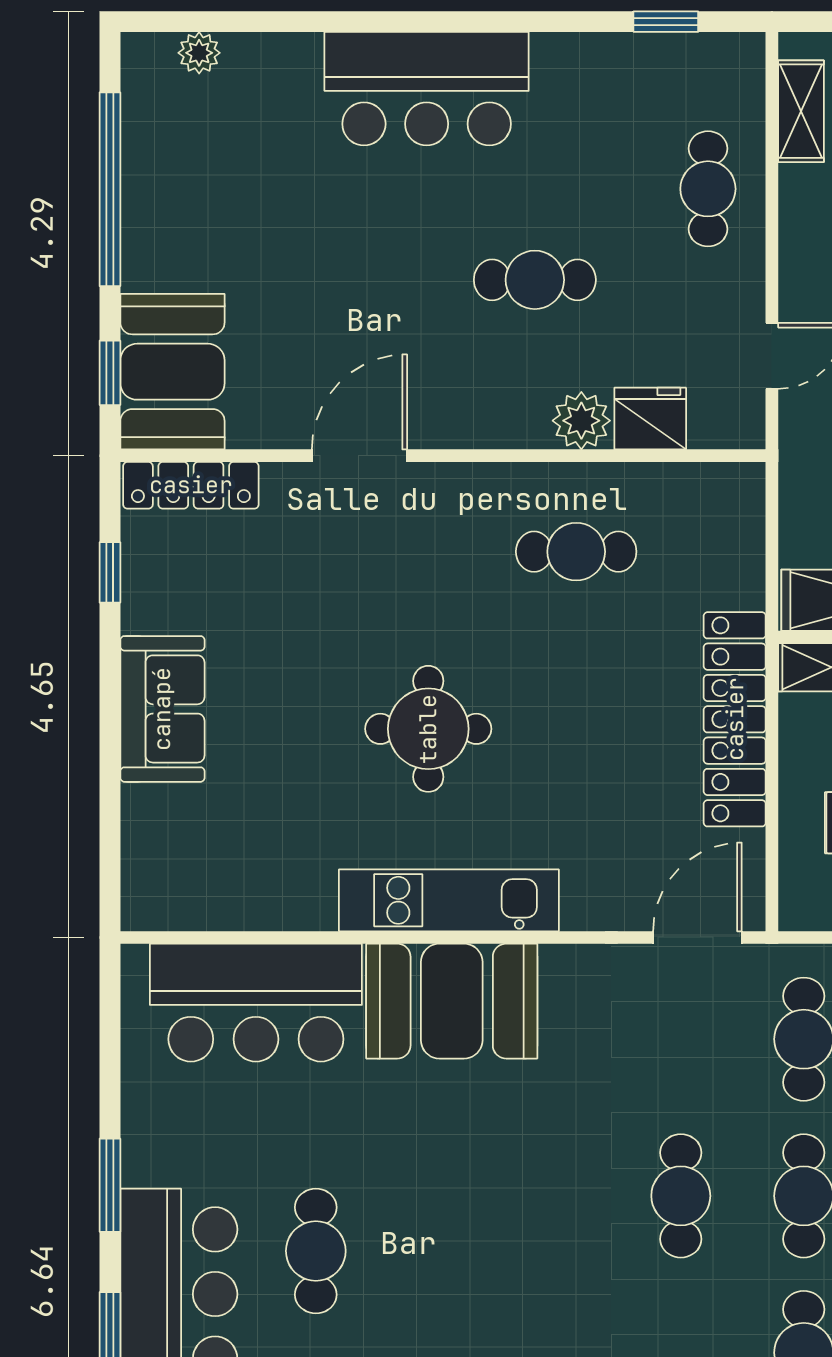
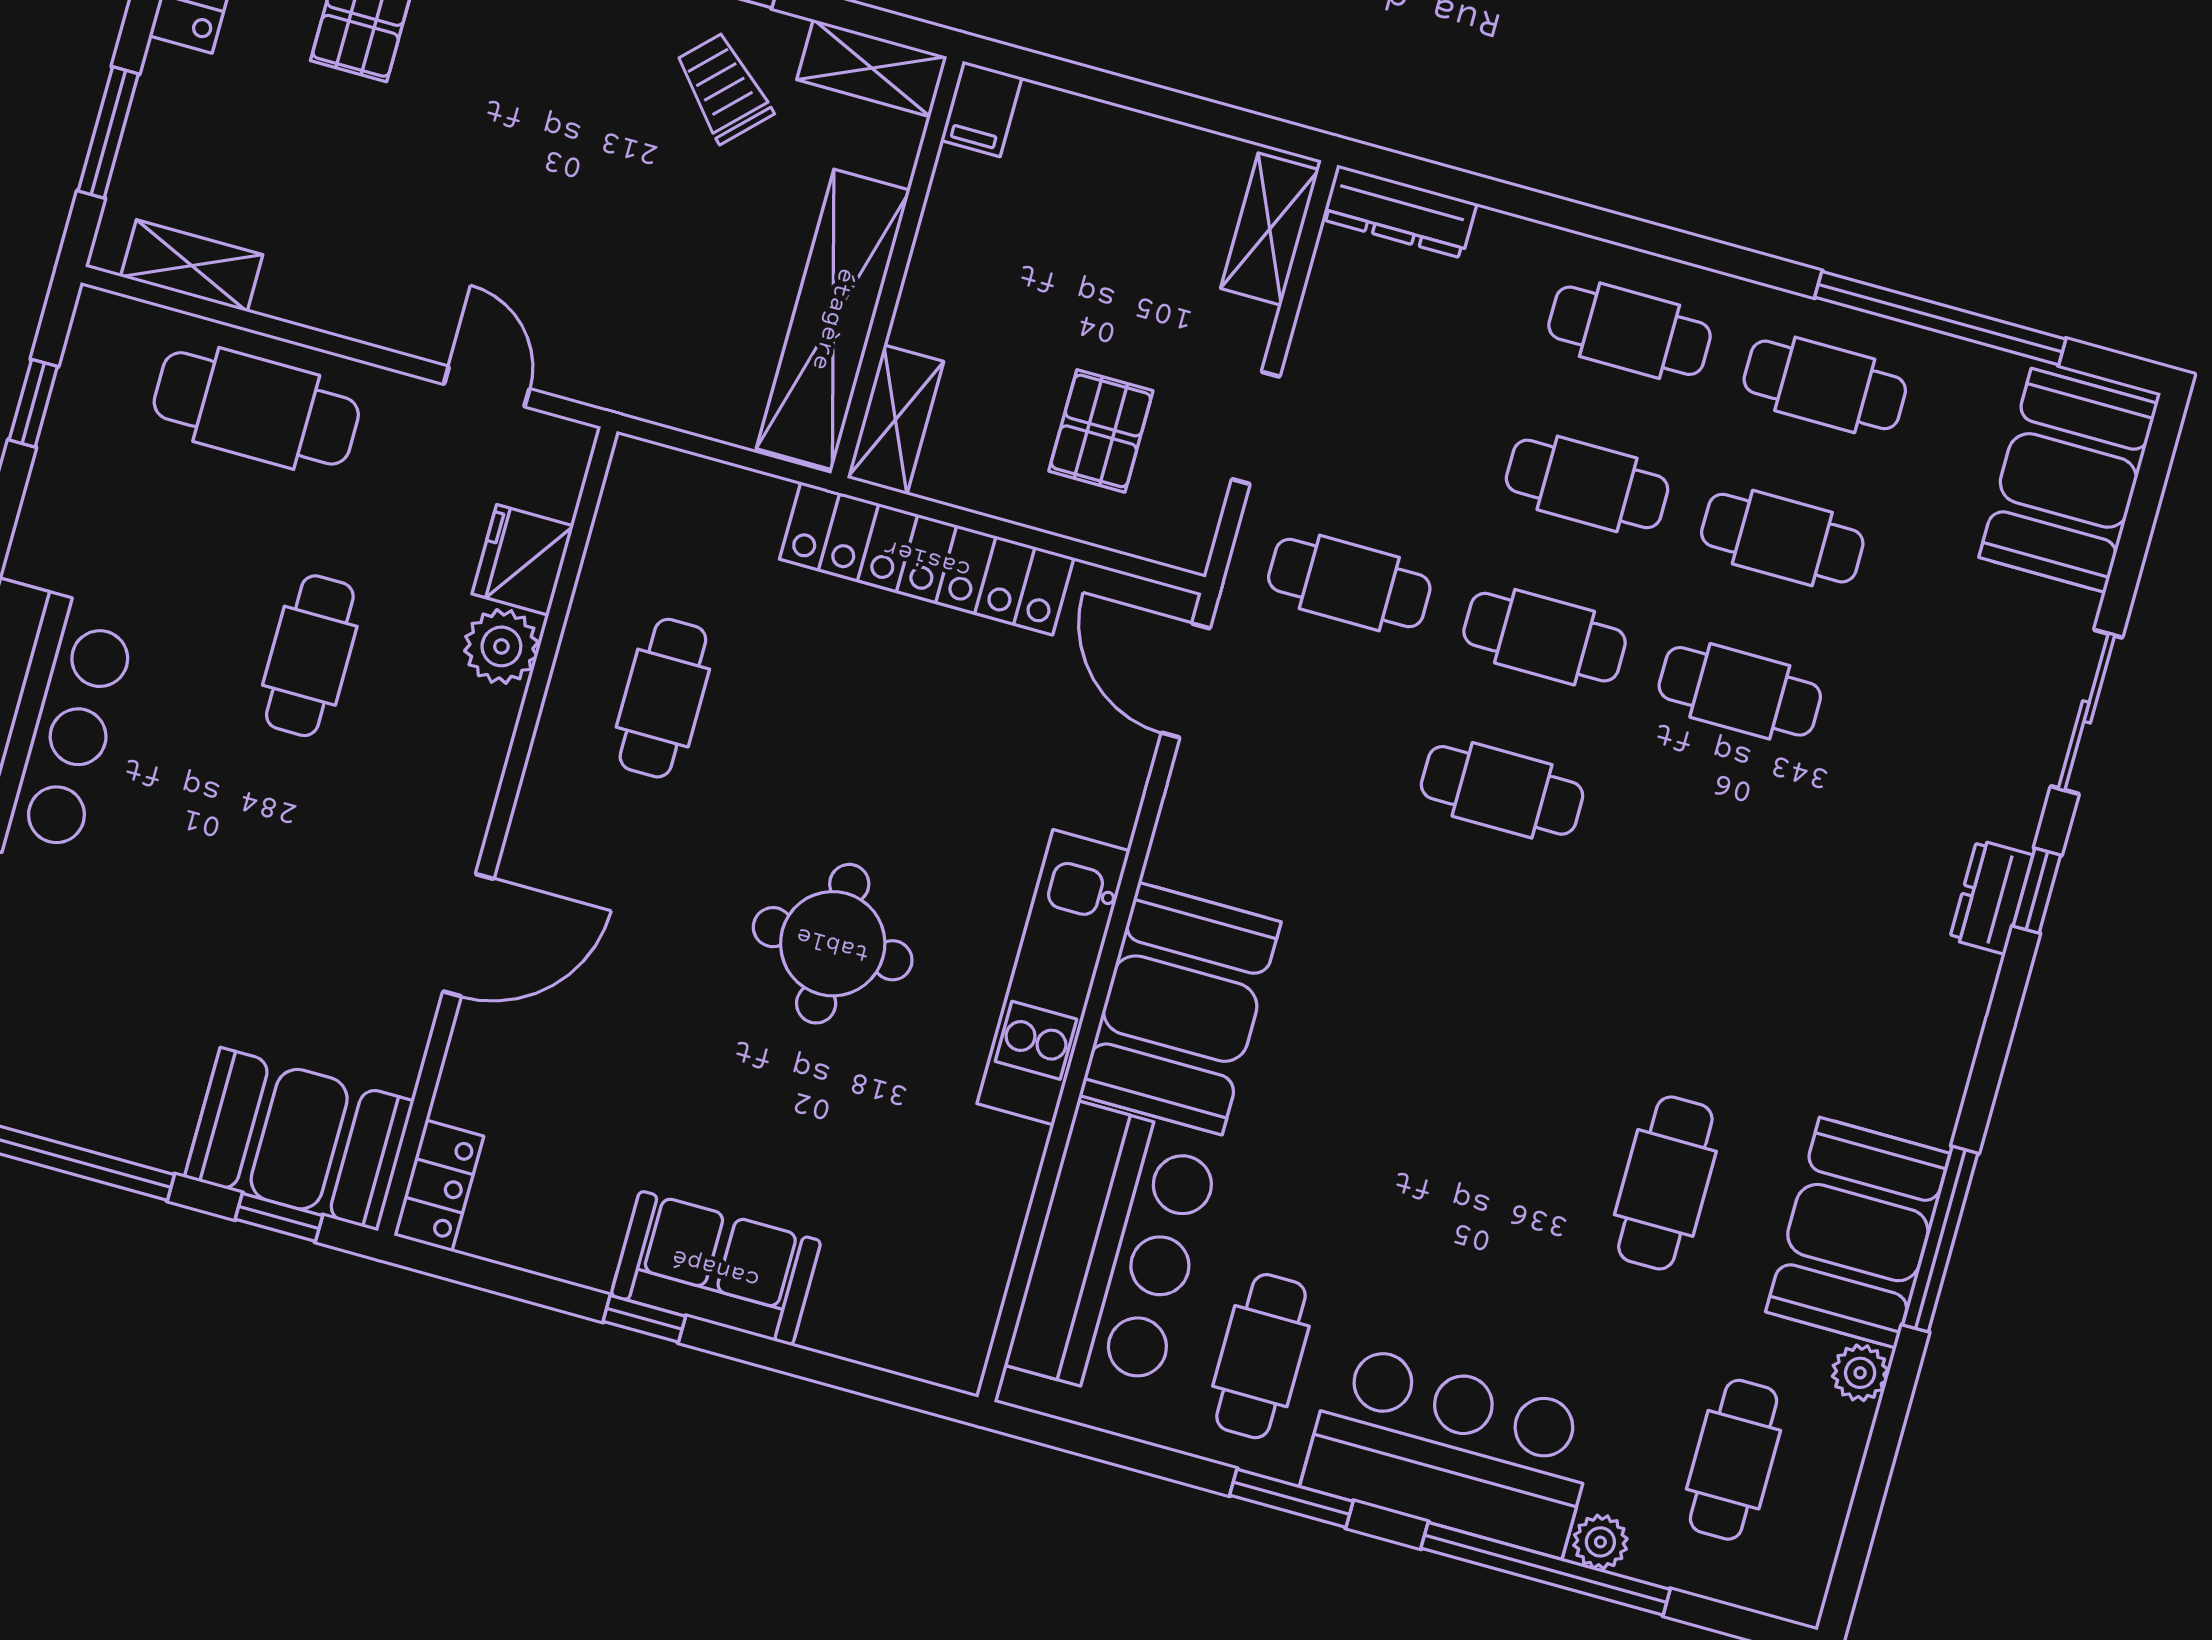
cafe table: (708, 189) -> (256, 408), width x1.37, depth x1.35
door: (359, 456) -> (468, 935), swing flipped
locker: (191, 485) -> (439, 1186), width x0.66
window: (110, 572) -> (644, 1319), moved
cafe table: (316, 1251) -> (1261, 1356), moved, turned 90

